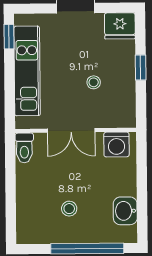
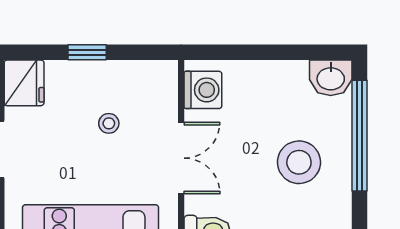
stool: (69, 209) -> (299, 162), width x1.89, depth x1.89
washbasin: (125, 211) -> (331, 78), moved

